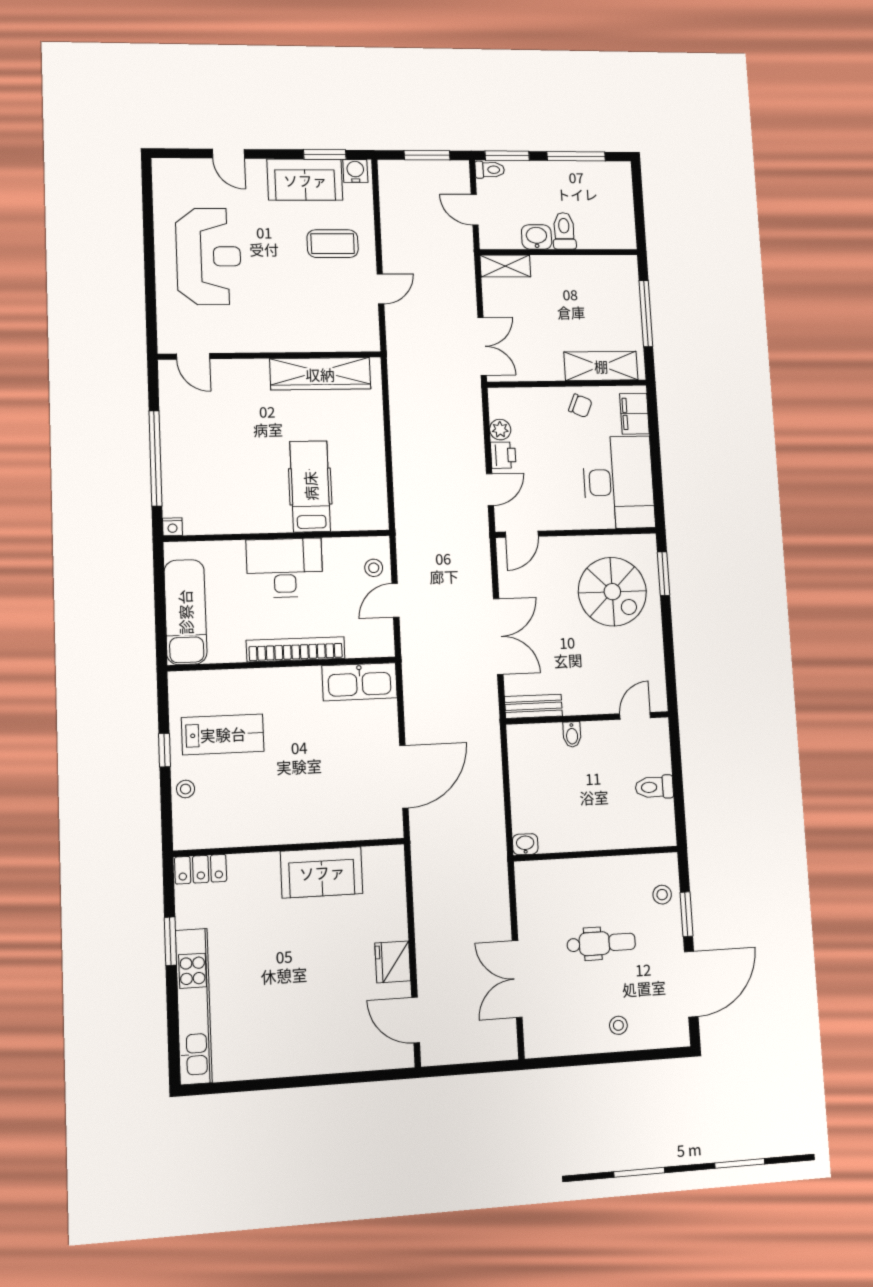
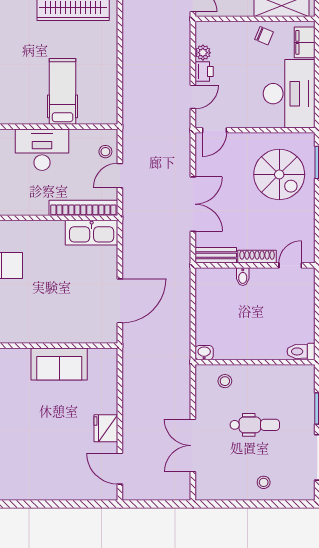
bookcase: (296, 649) -> (83, 208), moved
shoe rack: (590, 706) -> (257, 257), added
toilet: (654, 787) -> (301, 351), moved
stool: (662, 895) -> (225, 381), moved

